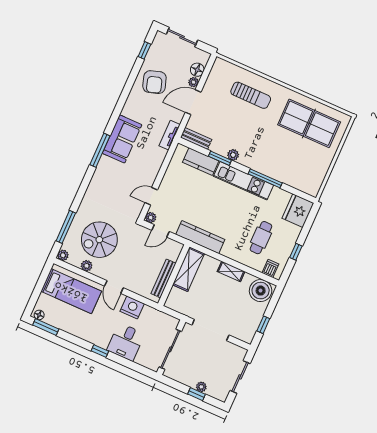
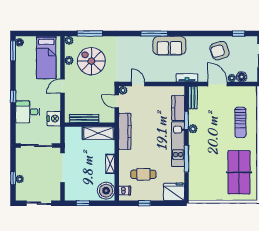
nightstand: (132, 308) -> (54, 119), moved

